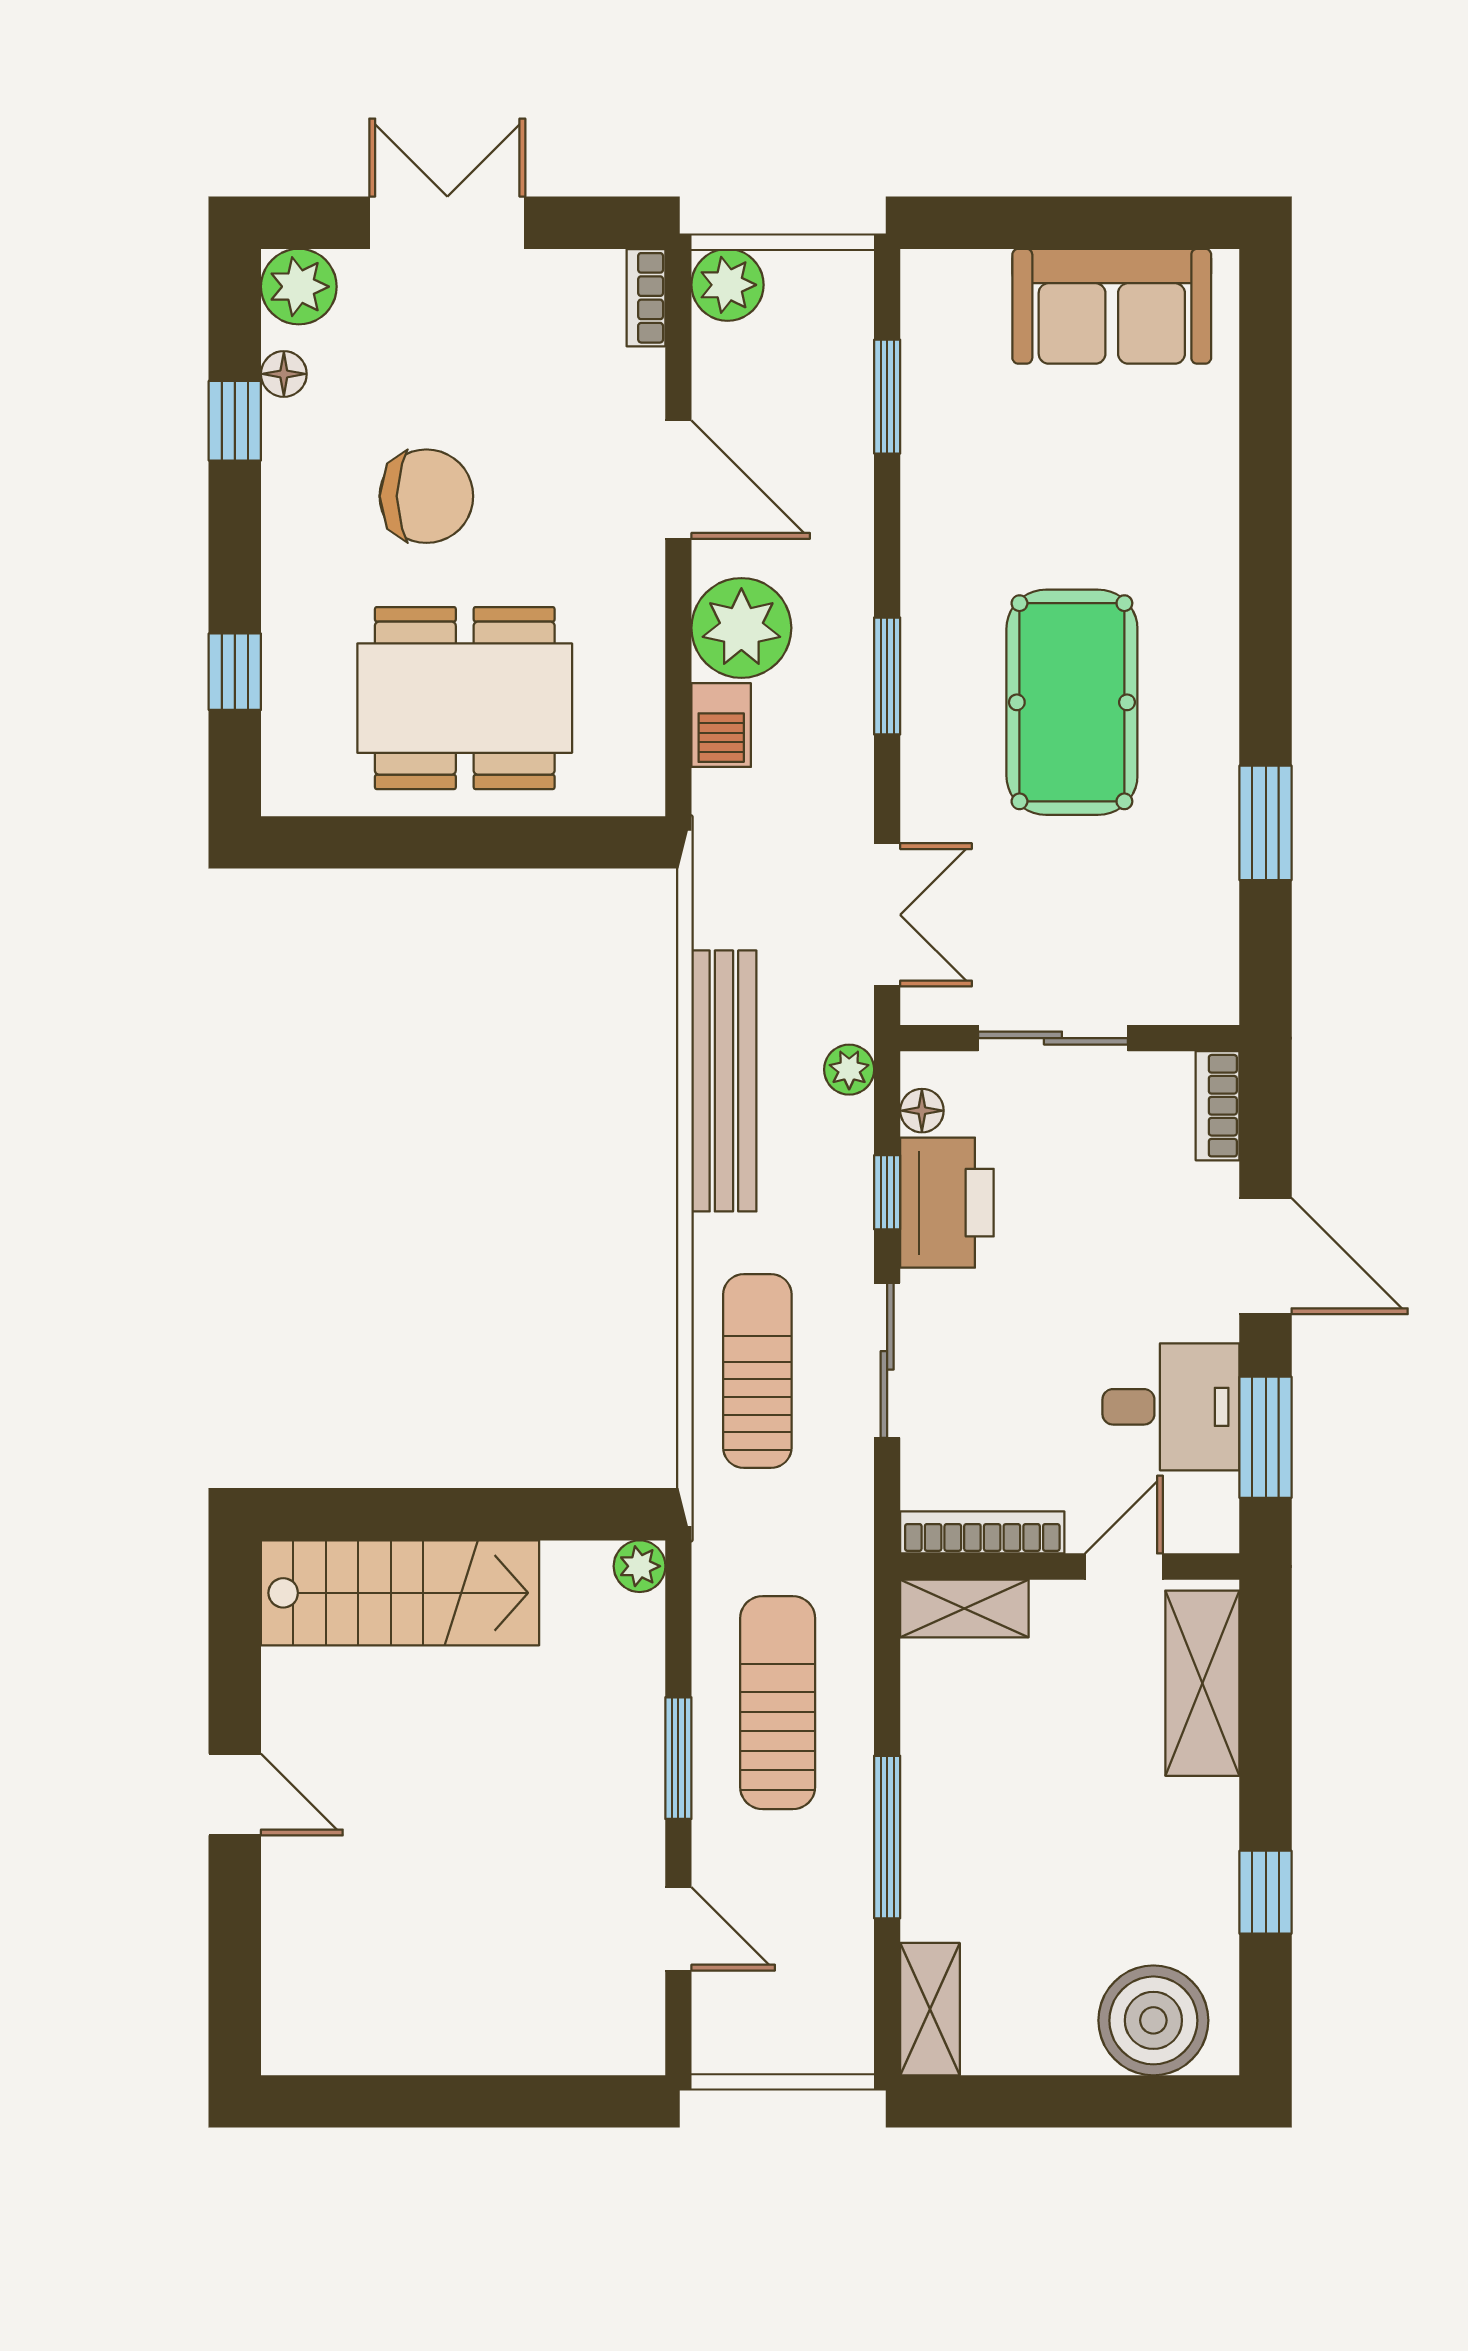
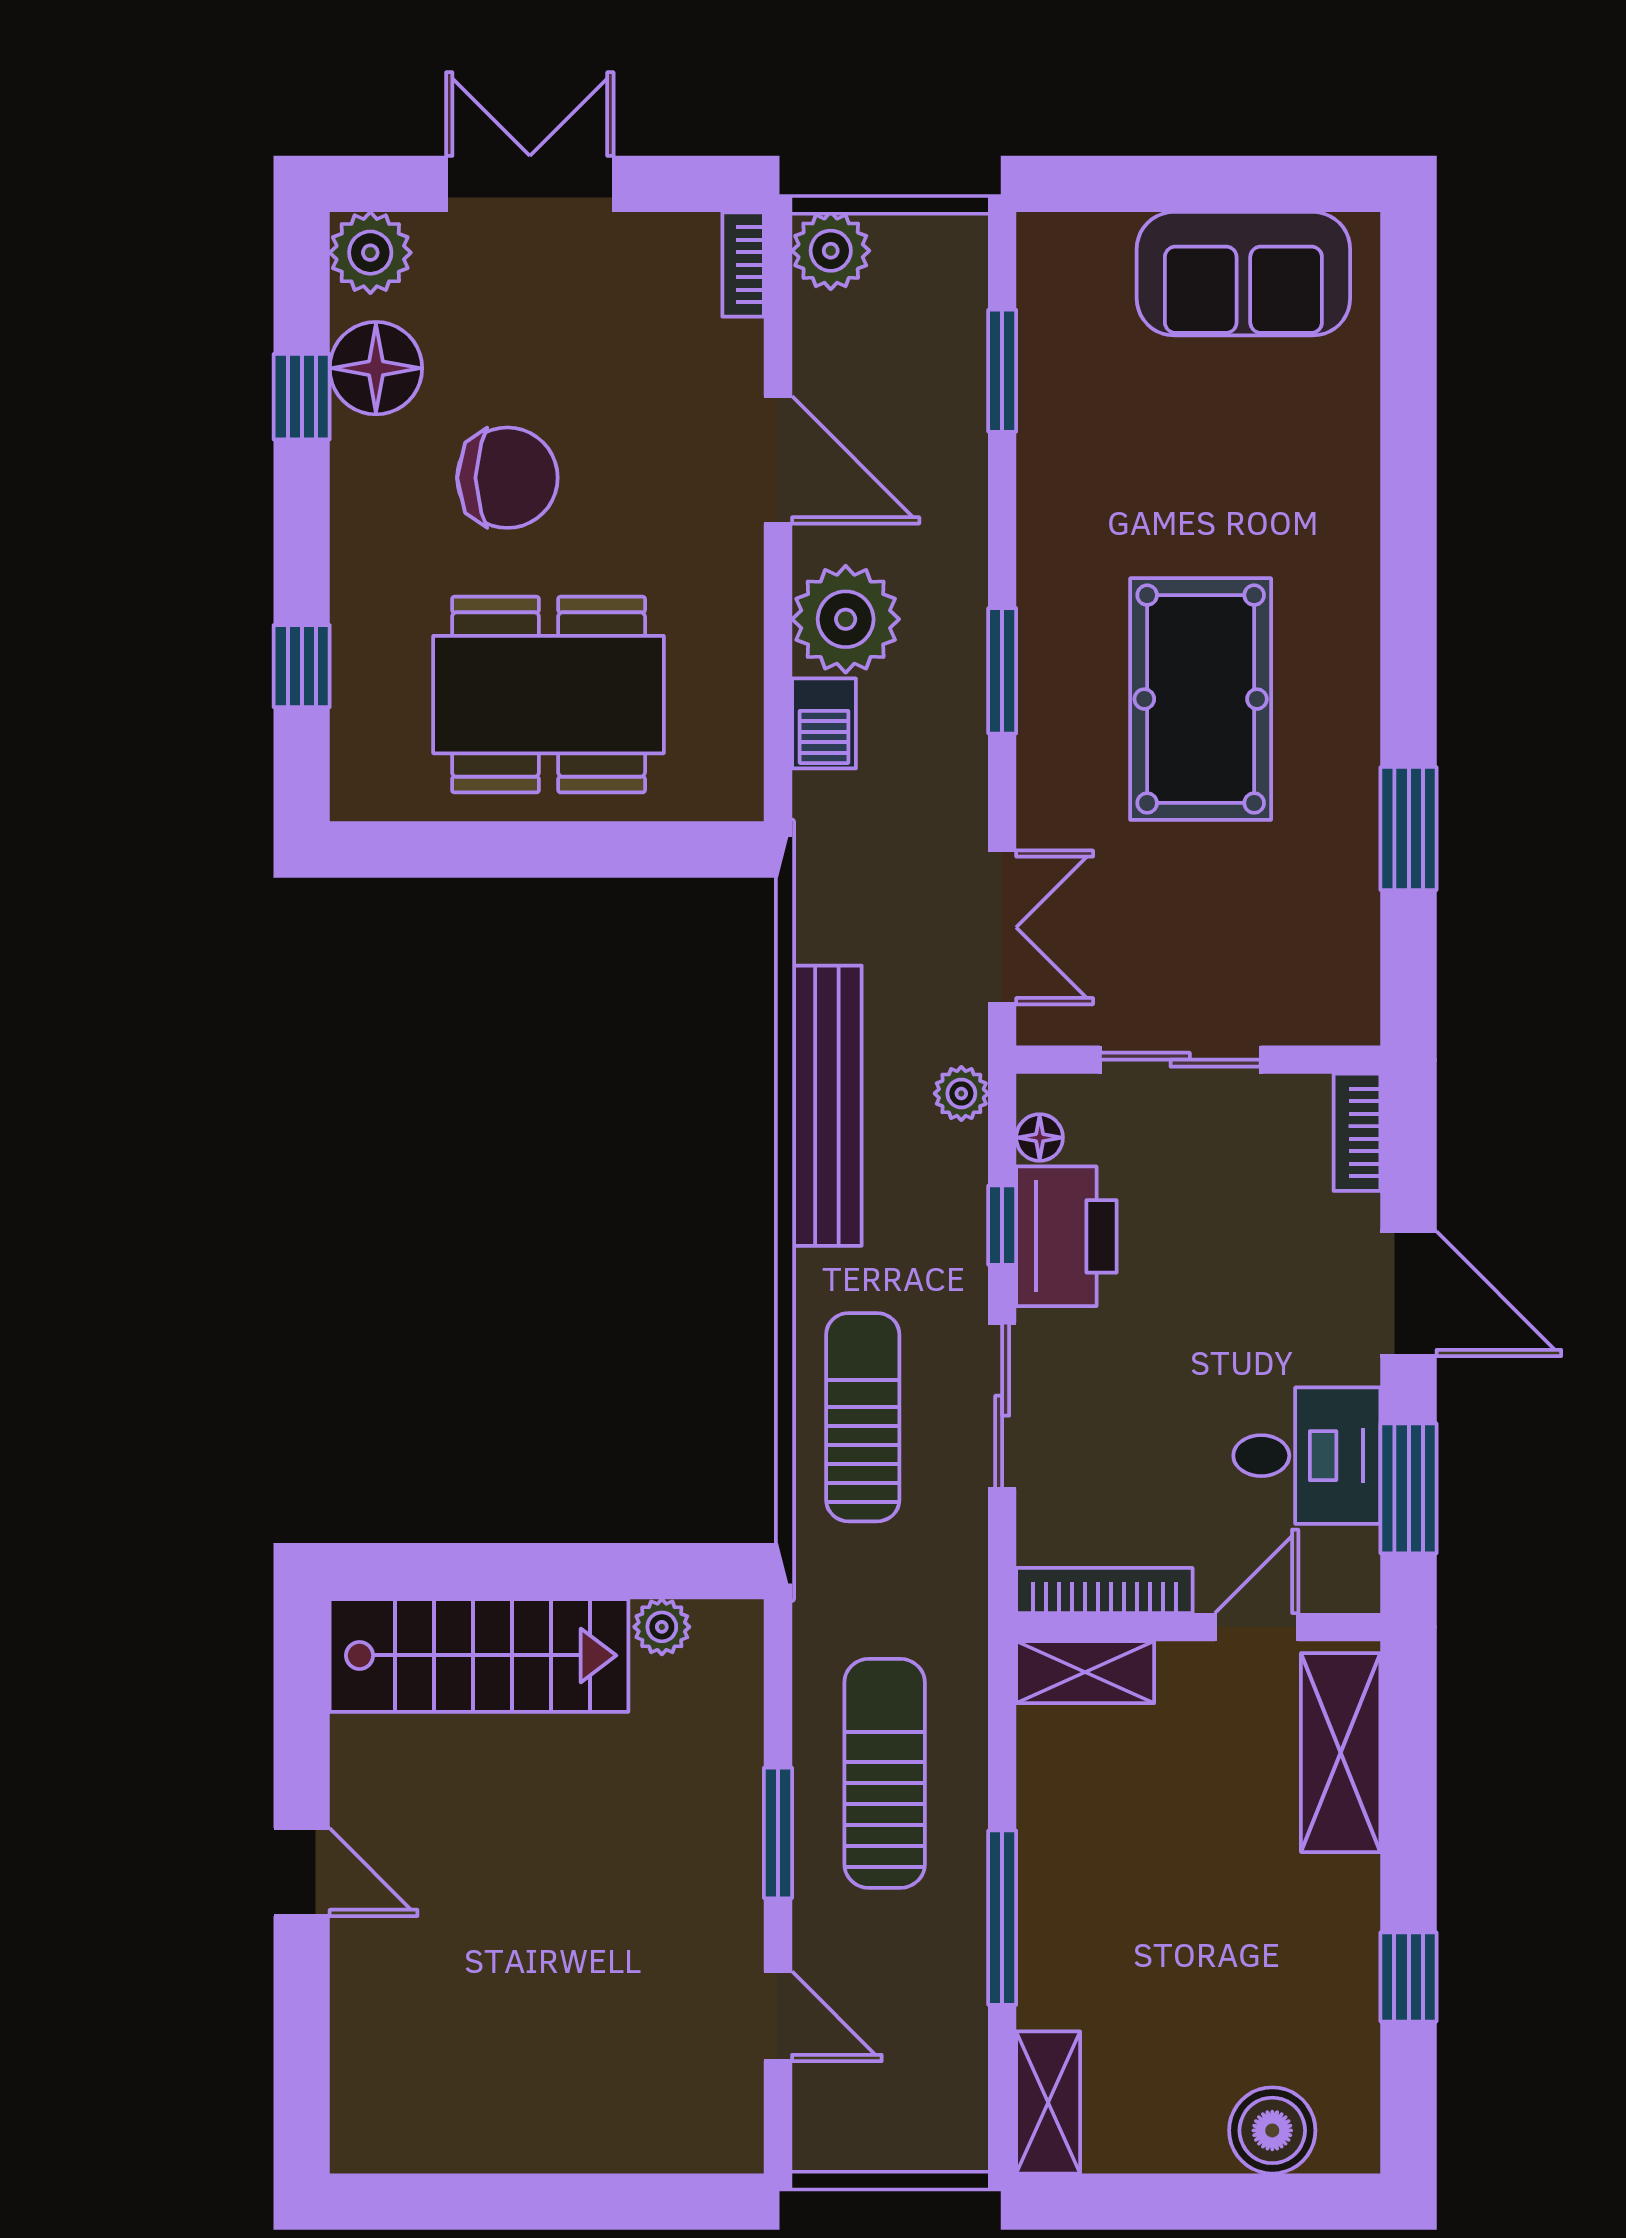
floor lamp: (284, 374) -> (376, 368), width x1.89, depth x1.89
plant: (640, 1566) -> (662, 1627), moved
boiler: (1153, 2020) -> (1272, 2130), width x0.73, depth x0.73

